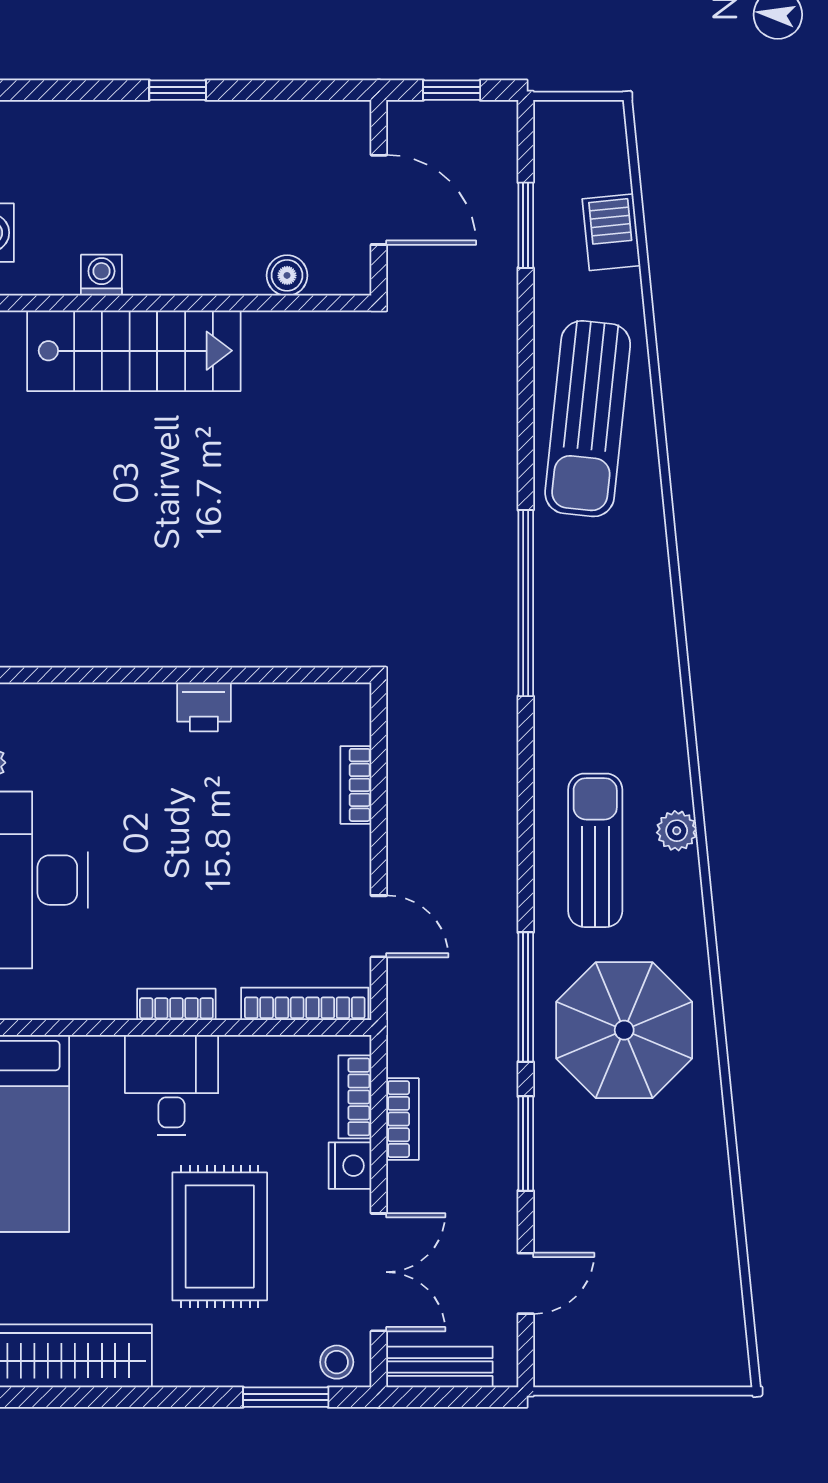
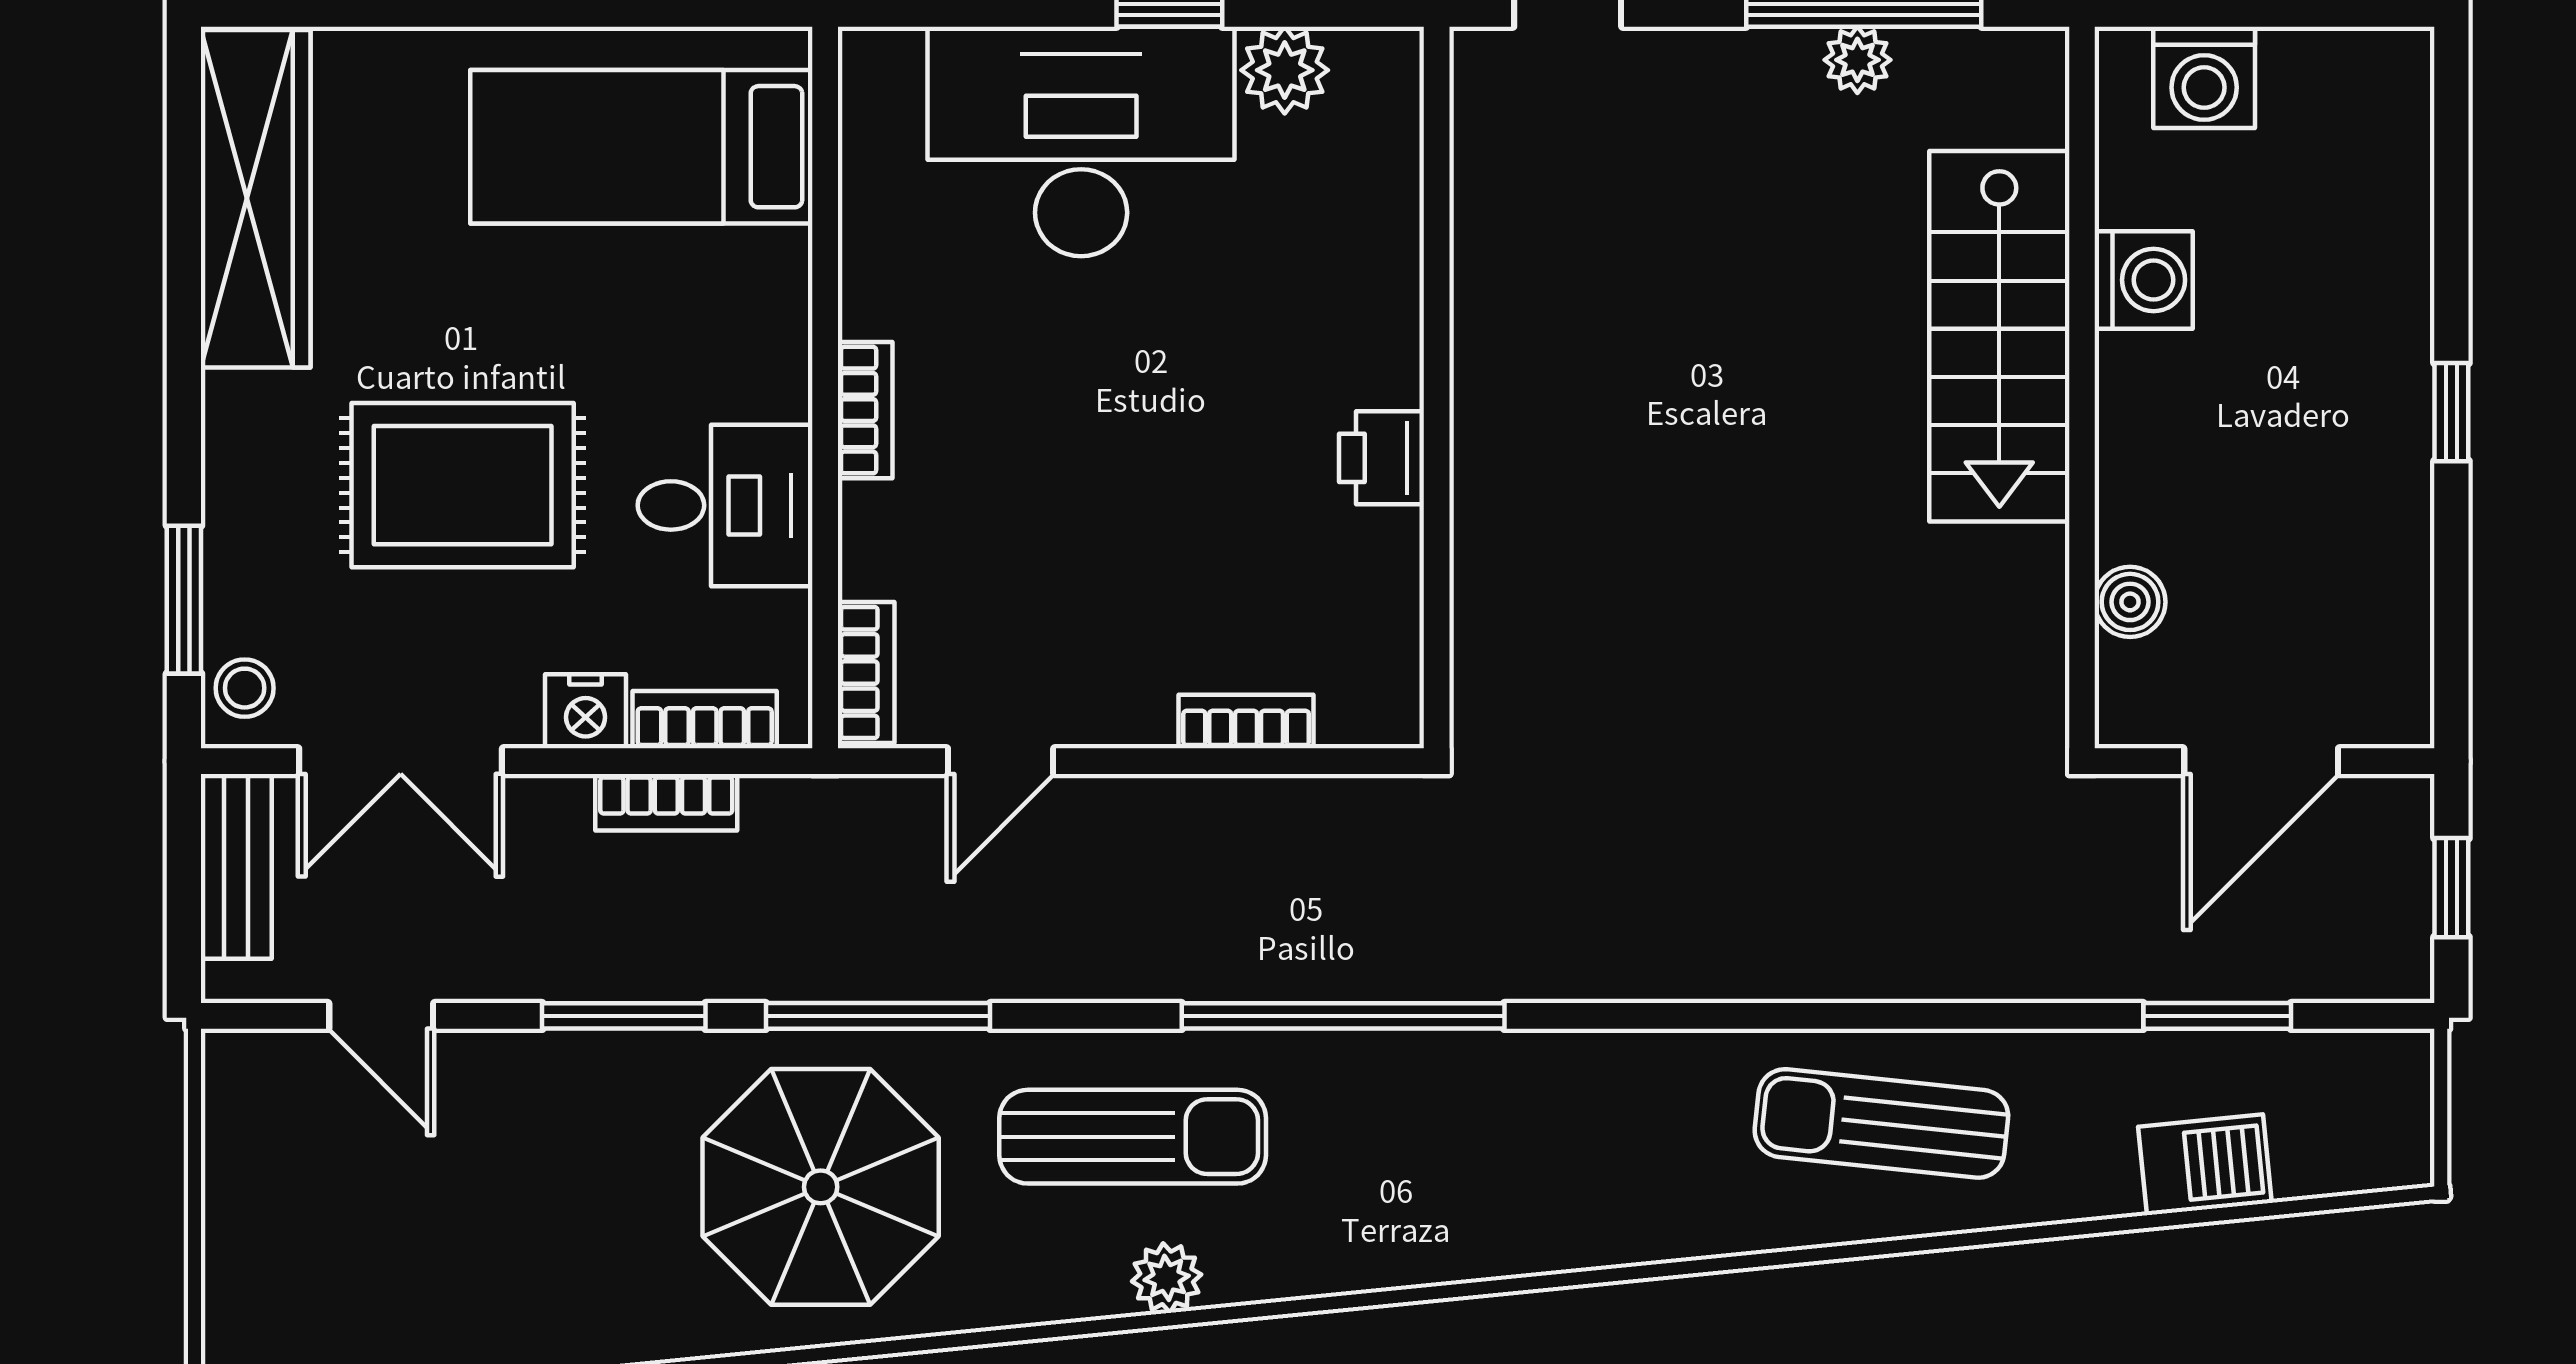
washing machine: (101, 275) -> (2144, 280), width x1.38, depth x1.38
sun lounger: (588, 419) -> (1881, 1123), width x0.73, depth x0.75
window: (526, 603) -> (1343, 1016), moved
bookcase: (305, 1004) -> (866, 673), width x0.64
desk: (172, 1085) -> (725, 505), moved

